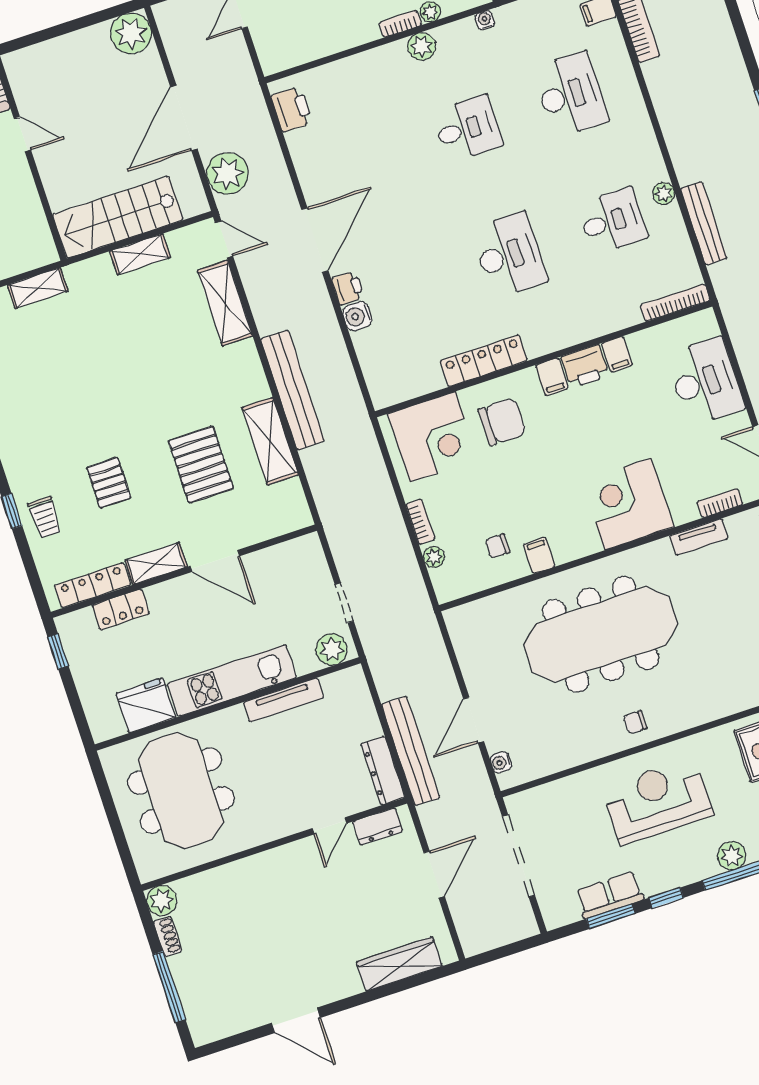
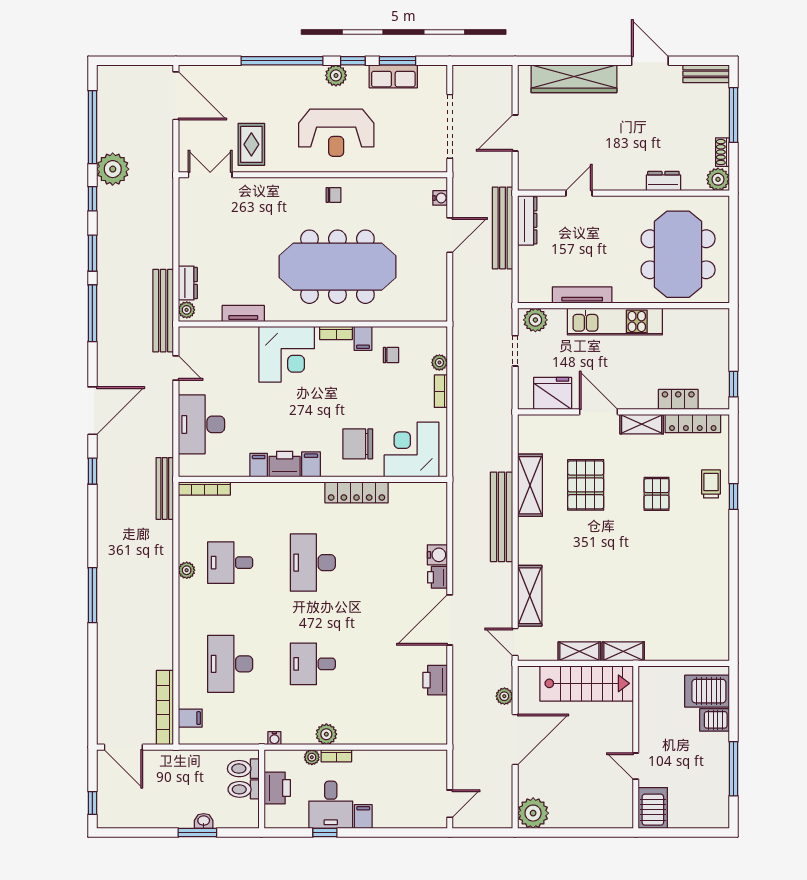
printer: (292, 109) -> (435, 680), moved
plant: (228, 174) -> (504, 696), width x0.53, depth x0.53
bench: (704, 223) -> (165, 488), moved
shelving: (38, 288) -> (623, 651), moved
bookcase: (720, 503) -> (336, 333), moved
fridge: (146, 705) -> (553, 393), moved, turned 180
dresser: (378, 827) -> (663, 181), moved
plant: (732, 856) -> (336, 75), moved
wardrobe: (399, 964) -> (574, 79), width x1.40, depth x1.17
bench: (220, 1027) -> (706, 74), added

